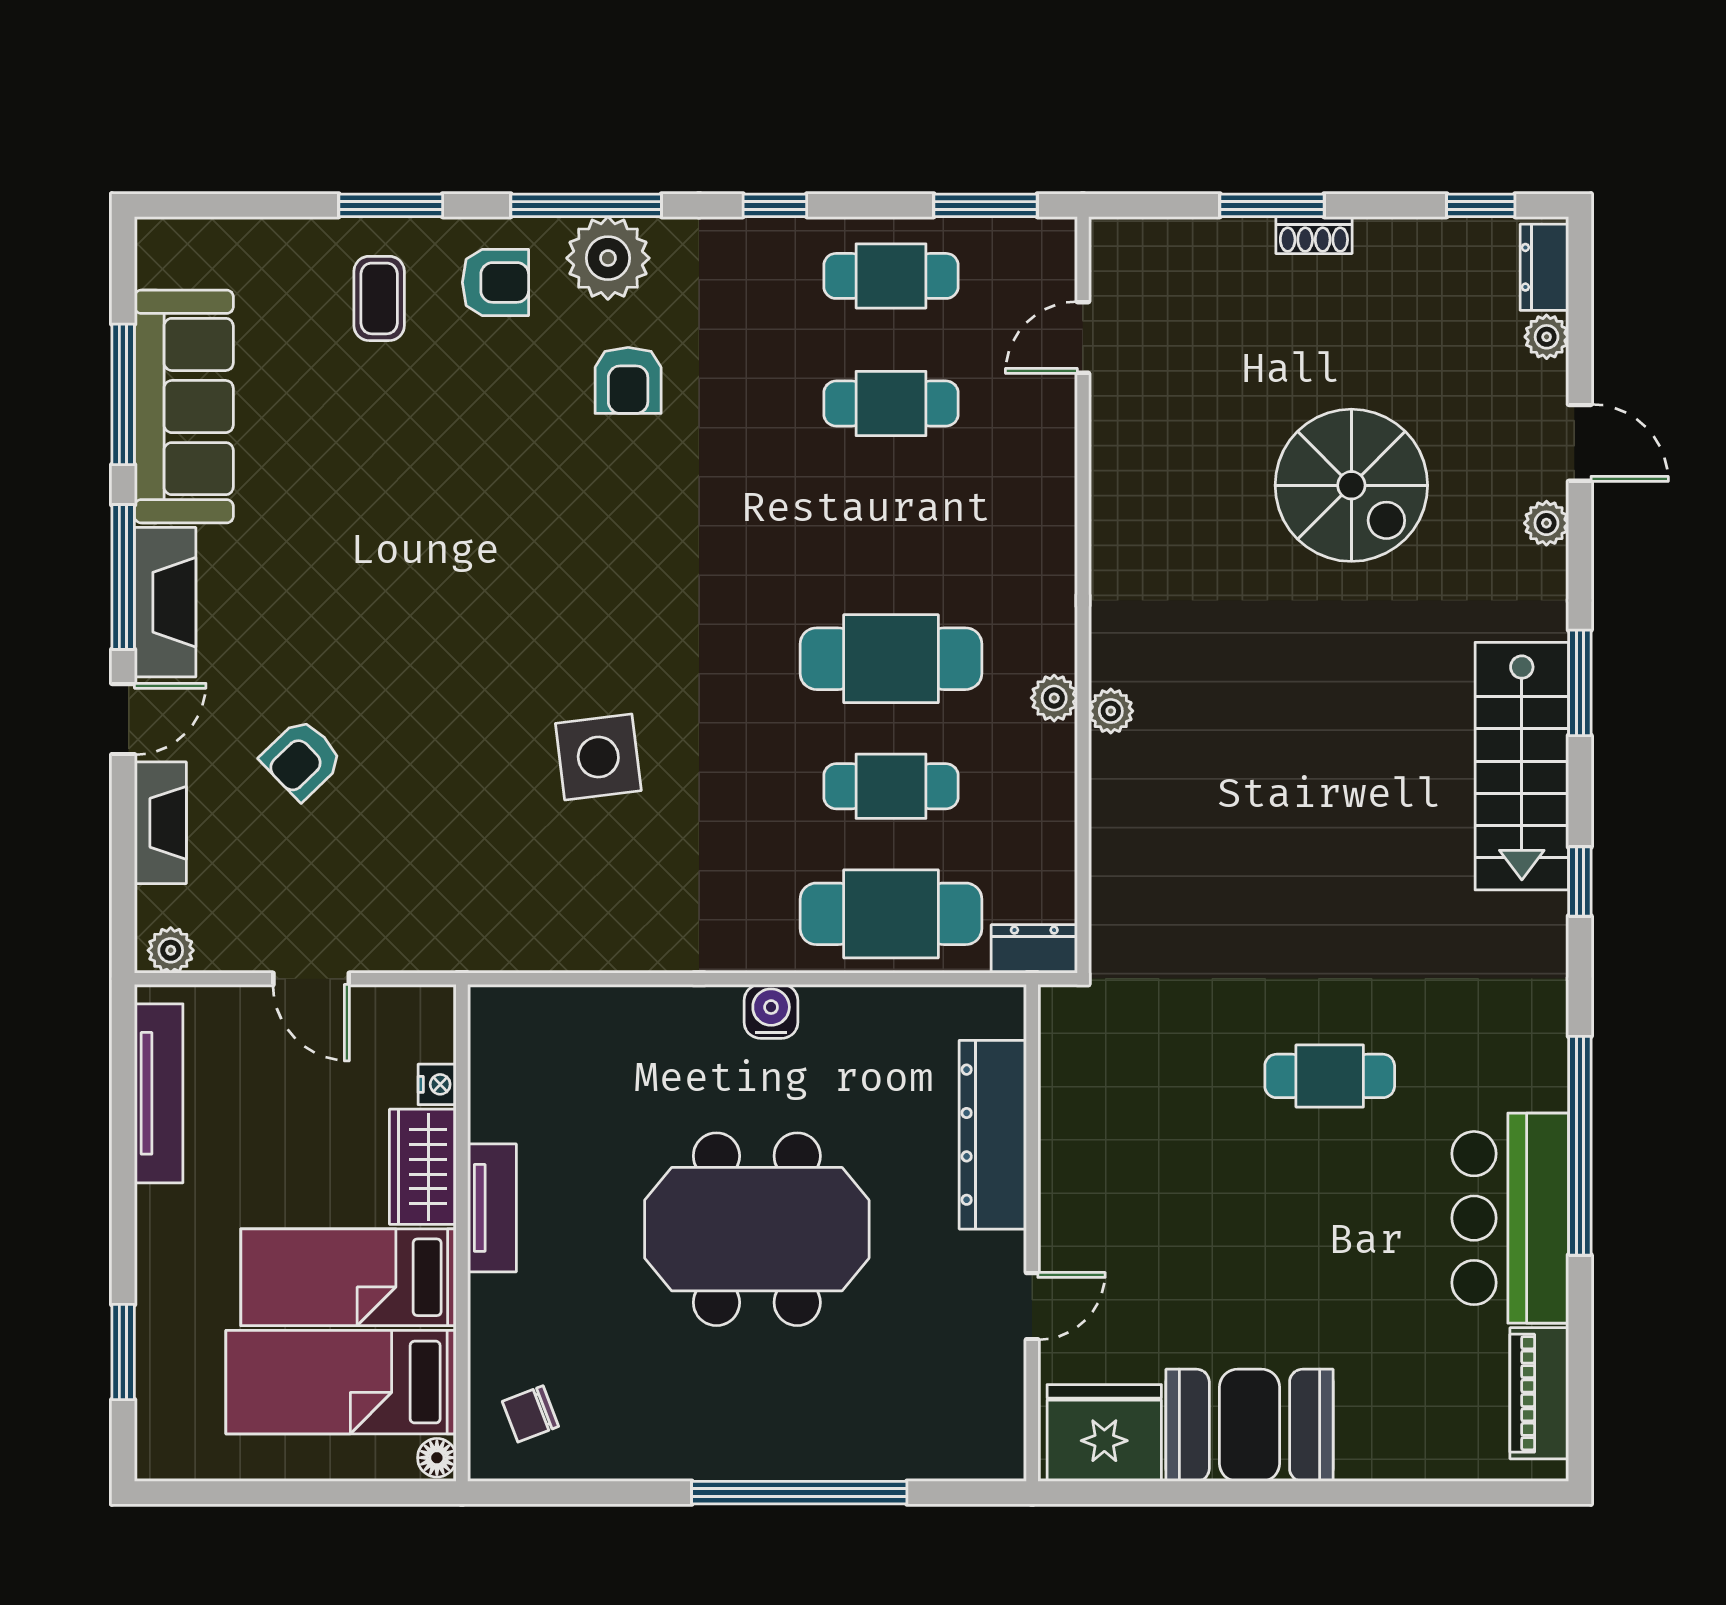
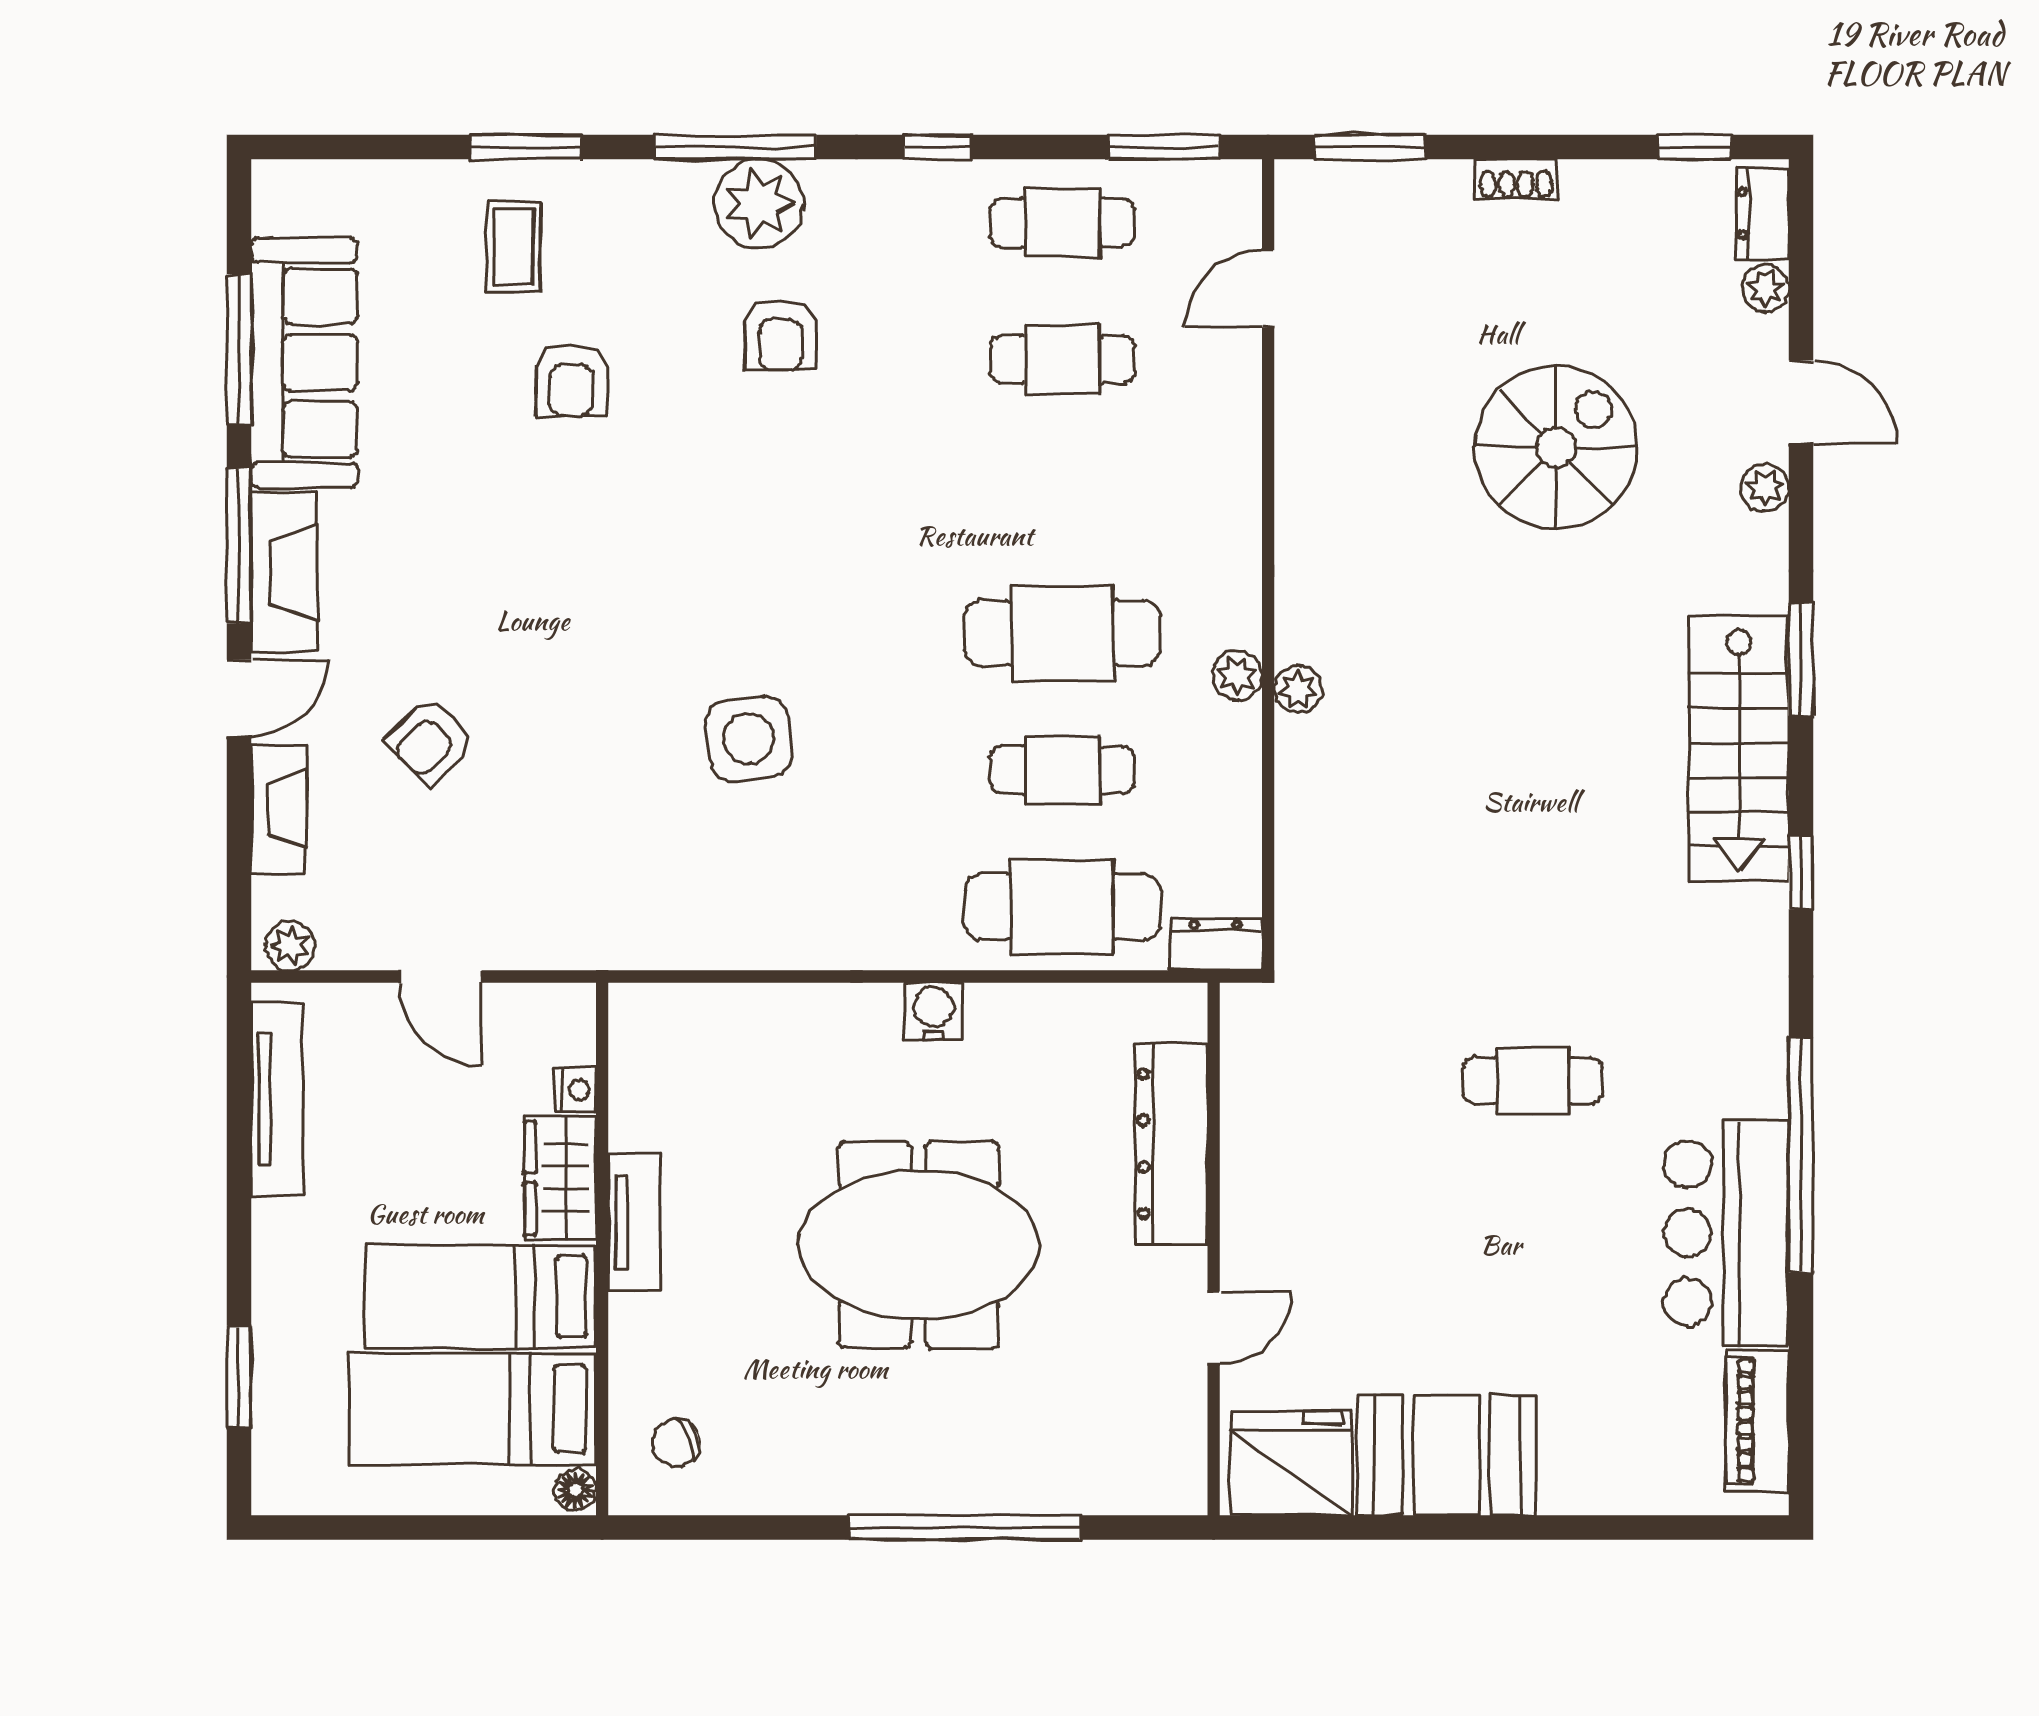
window: (1272, 205) -> (1370, 147), moved
armchair: (495, 282) -> (571, 380), moved, turned 90
spiral stairs: (1351, 485) -> (1556, 447), turned -90

